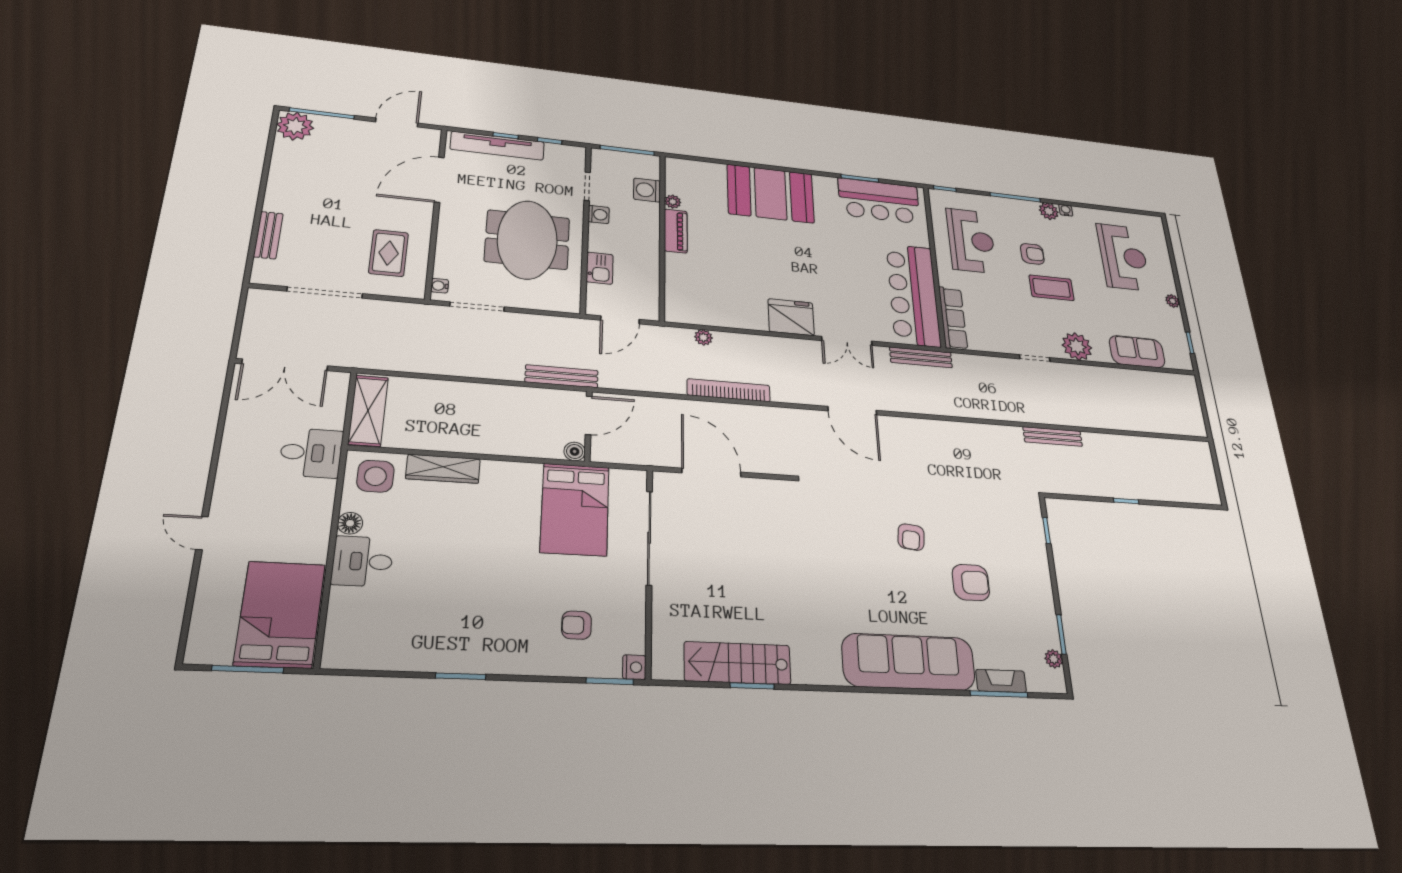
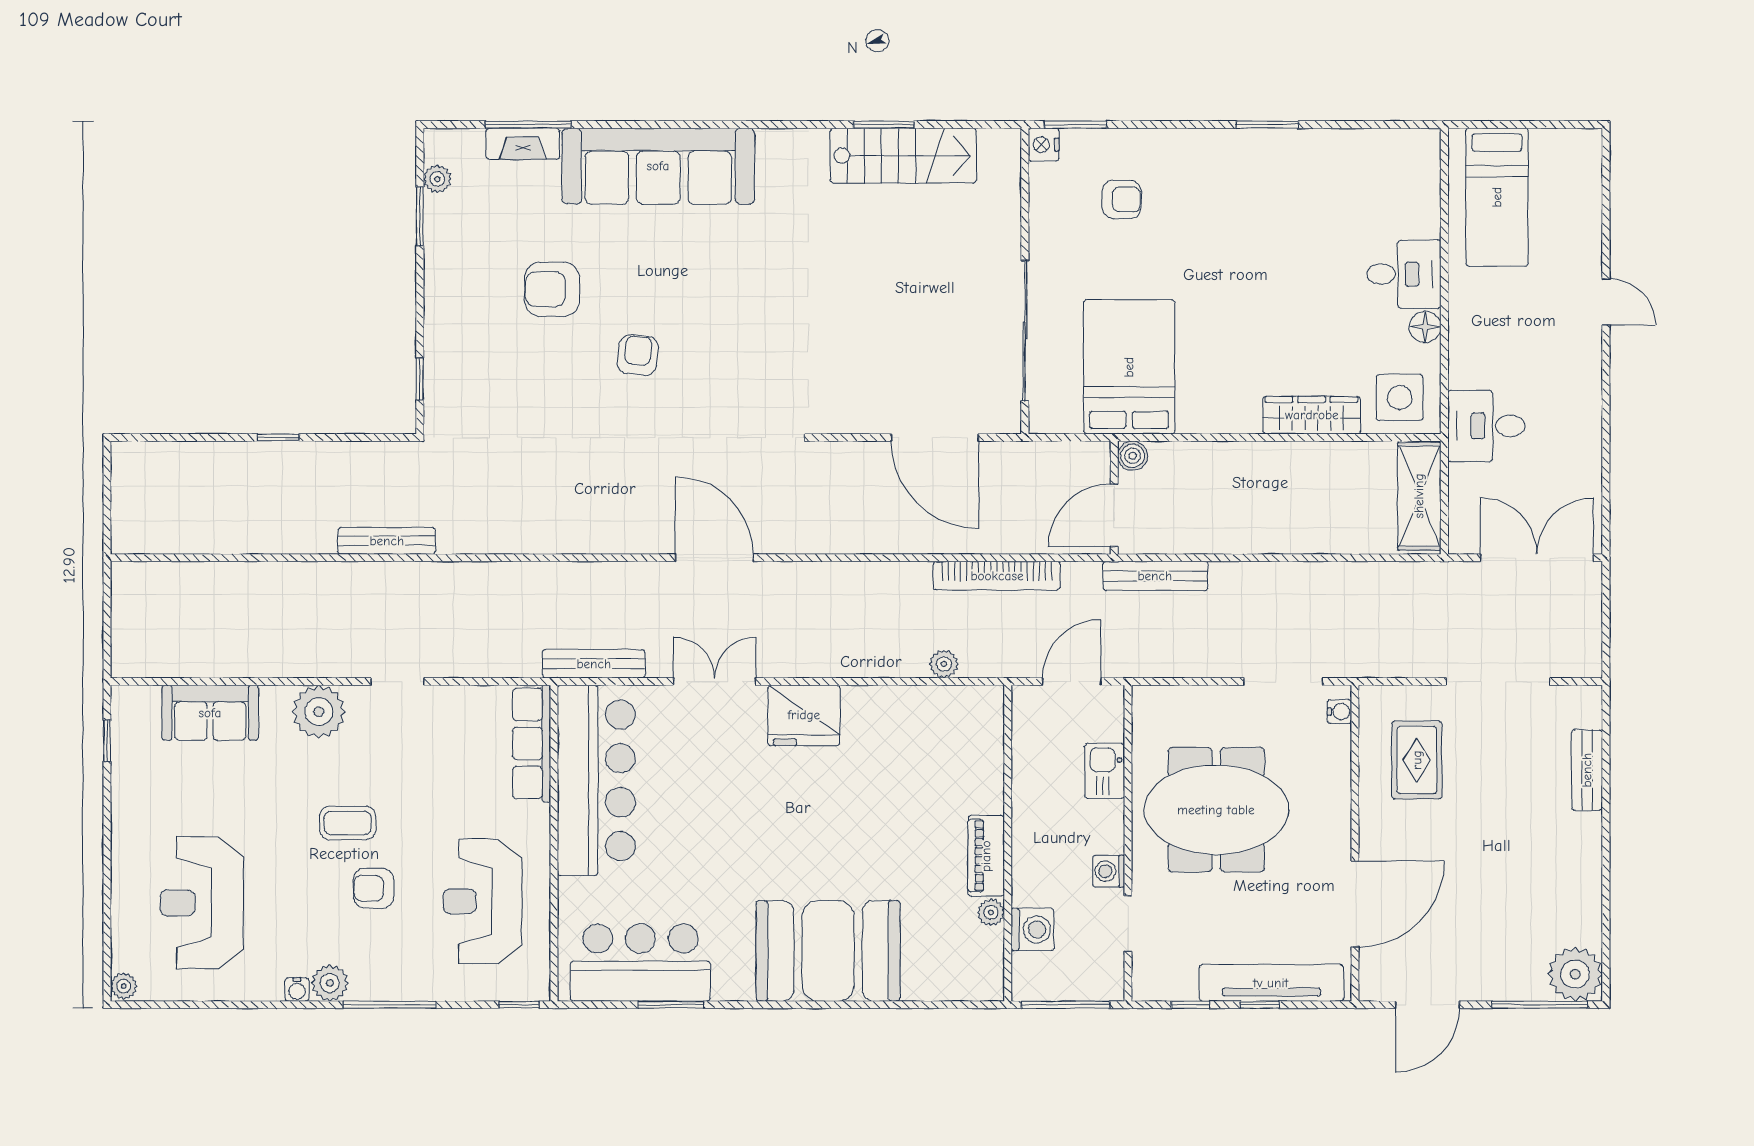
meeting table: (527, 240) -> (1216, 810), turned 90
coffee table: (1052, 288) -> (348, 823), width x0.73, depth x0.77
plant: (1173, 301) -> (124, 986), moved
bookcase: (729, 390) -> (997, 576), moved
bed: (280, 614) -> (1497, 197), width x0.67
window: (248, 669) -> (1525, 125), removed

